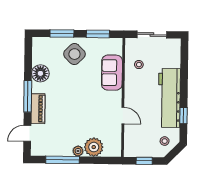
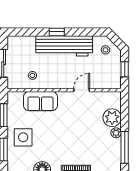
side table: (74, 54) -> (23, 137), turned 45
window: (184, 116) -> (57, 32), moved

